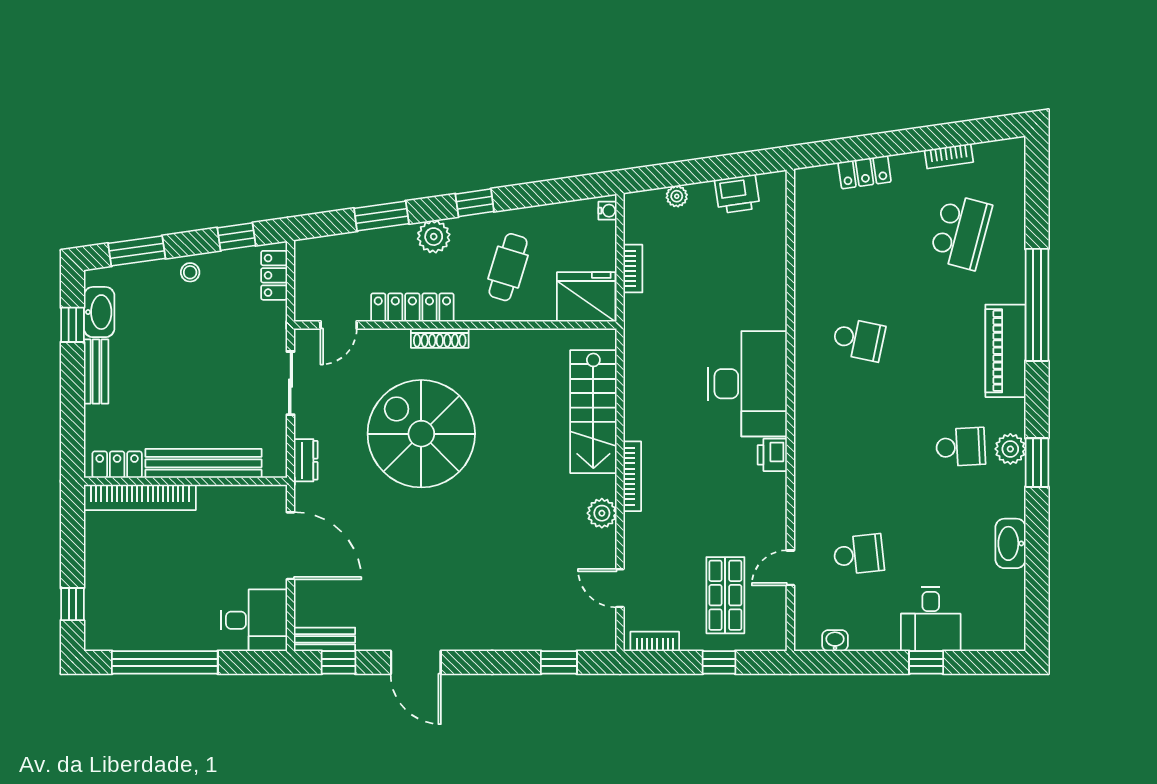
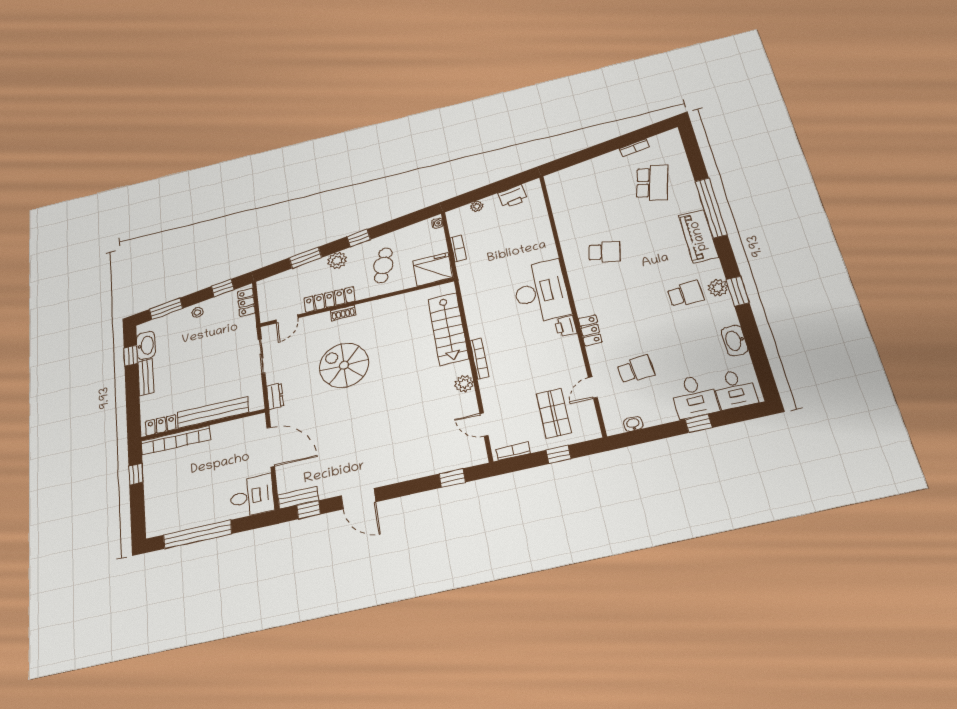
locker: (865, 172) -> (590, 330), moved, turned -82
shoe rack: (440, 338) -> (343, 313), width x0.70
spiral stairs: (421, 434) -> (344, 365), width x0.73, depth x0.73
window: (72, 604) -> (136, 474), moved
desk: (990, 622) -> (735, 389), added

